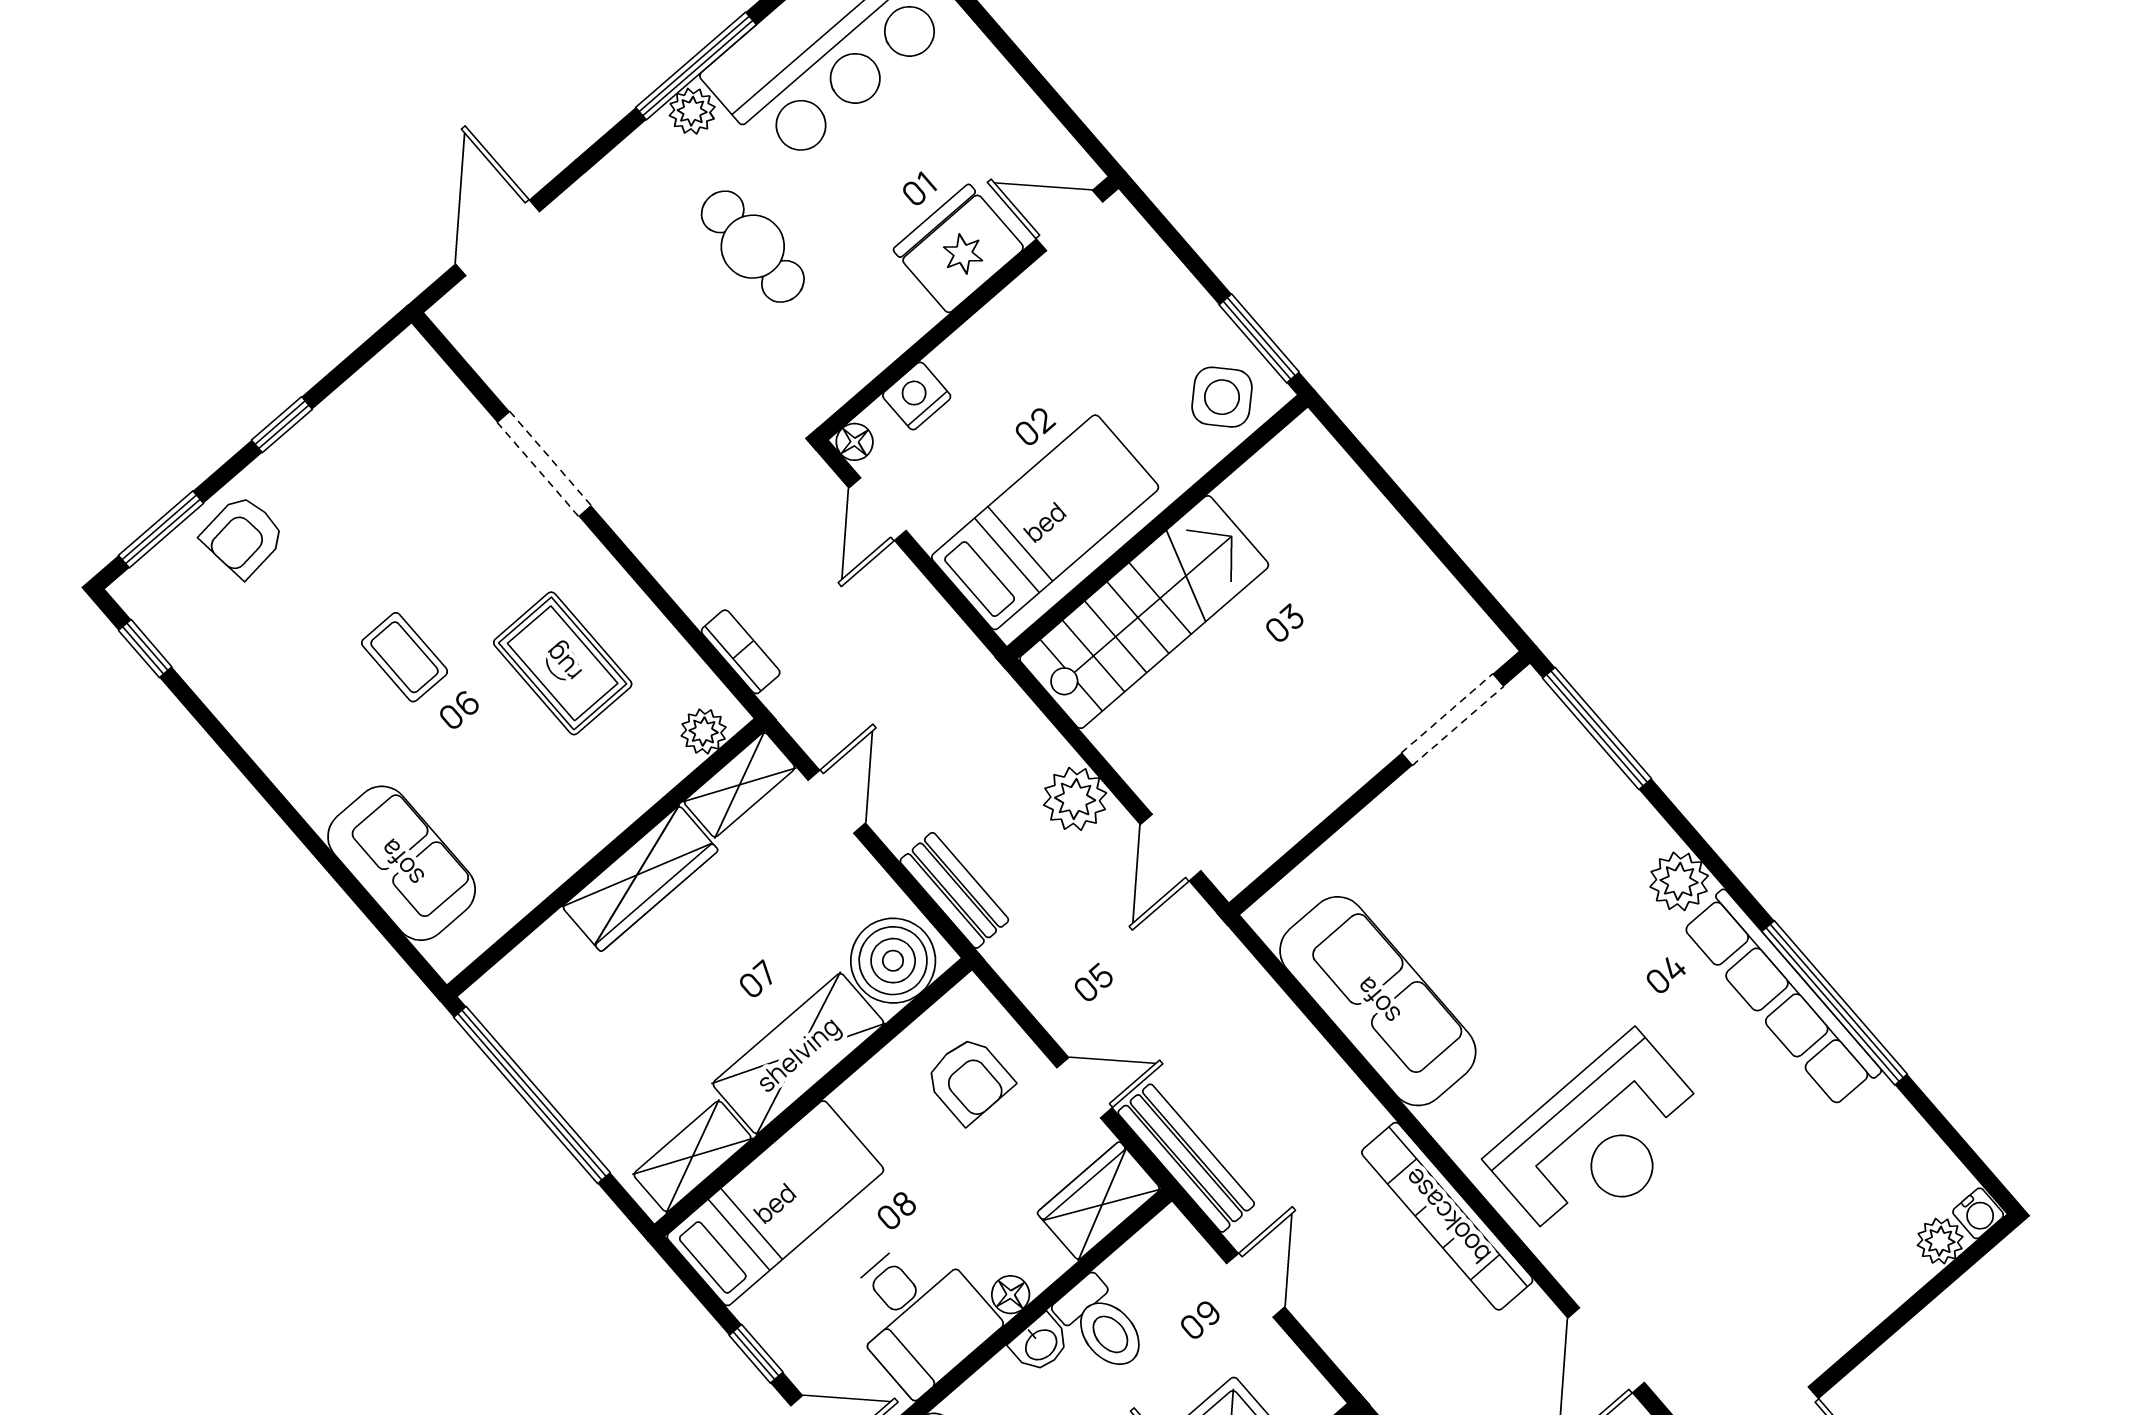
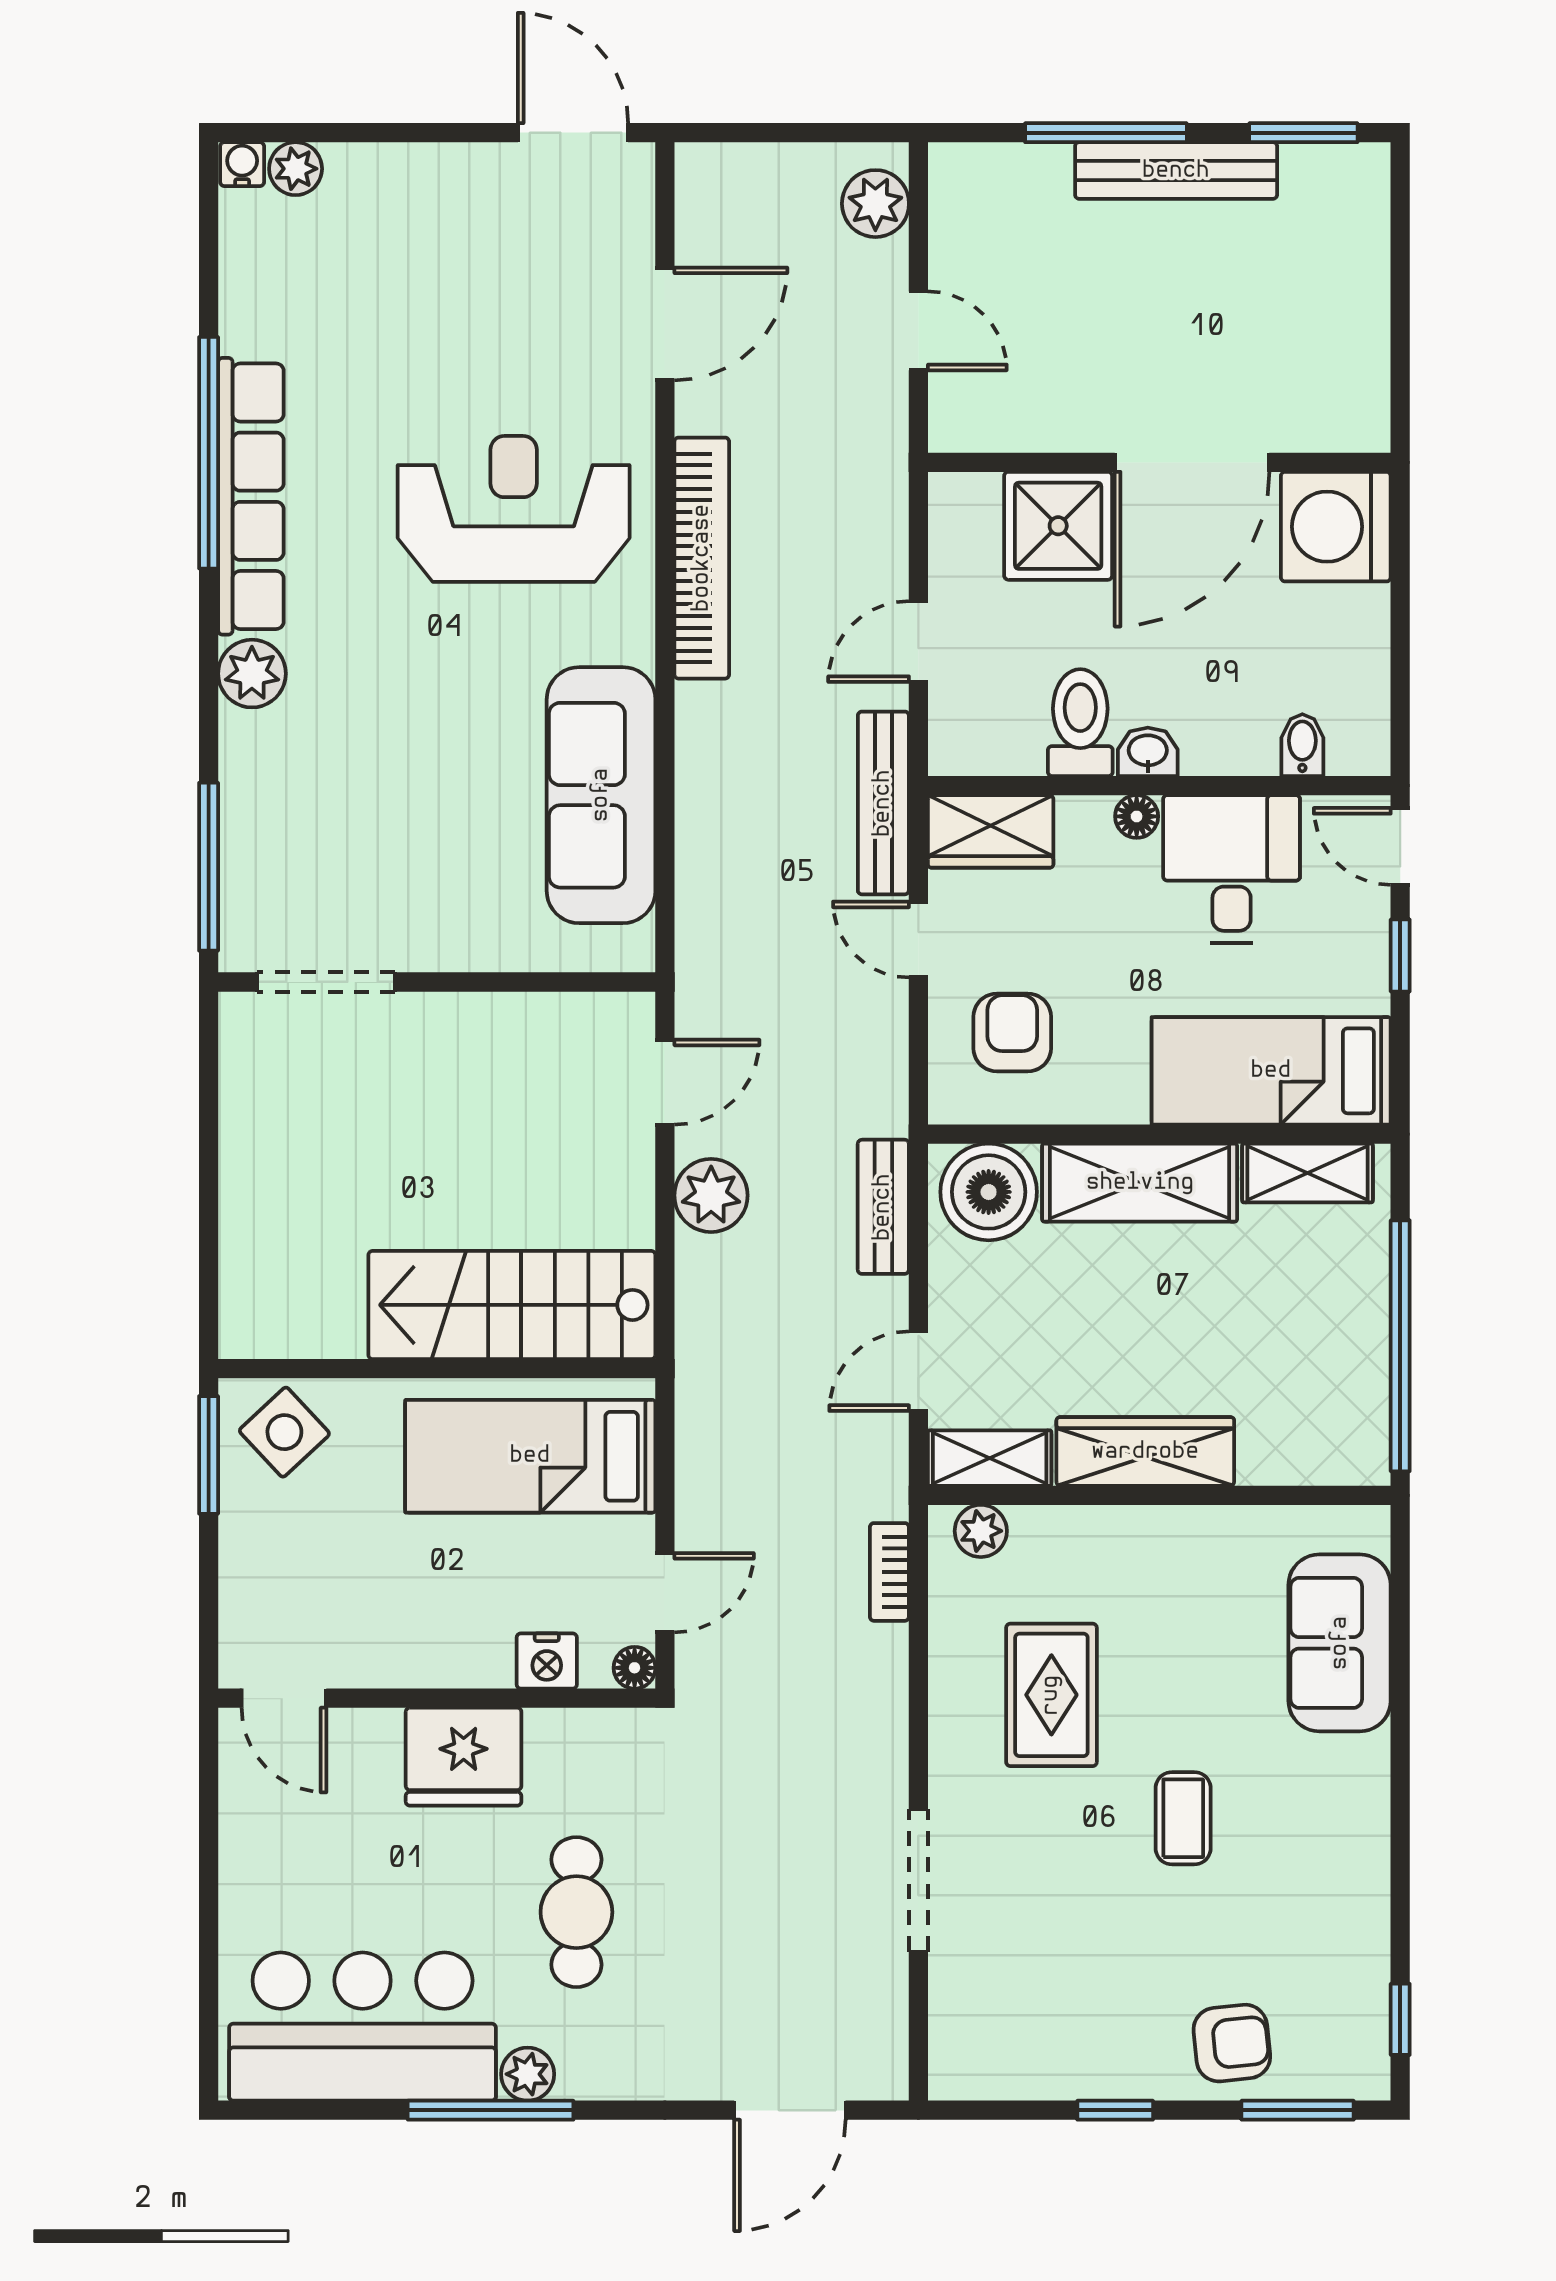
fridge: (959, 249) -> (464, 1757), moved

